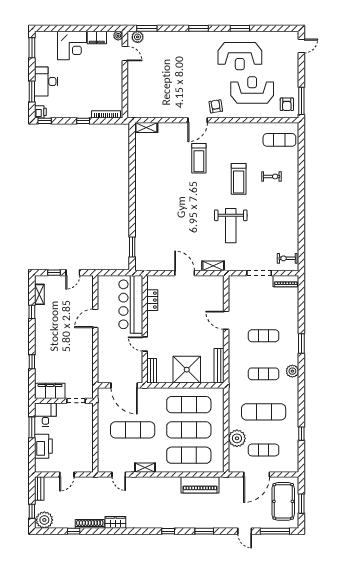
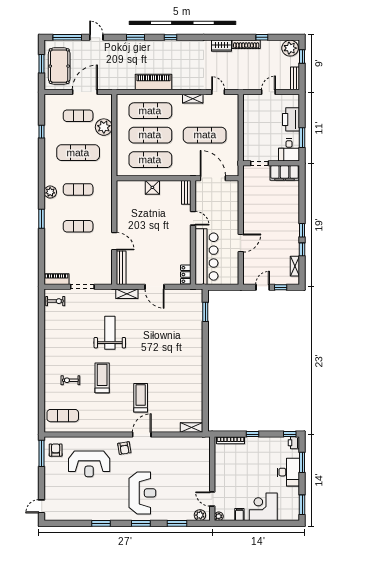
window: (147, 28) -> (177, 523), moved
filing cabinet: (97, 37) -> (239, 515), width x0.50
reception desk: (240, 56) -> (142, 493), moved, turned 90
locker: (152, 300) -> (186, 274), moved
window: (32, 362) -> (302, 230), moved
bench: (219, 366) -> (121, 268), moved
shower: (187, 370) -> (152, 187), width x0.54, depth x0.54
piano: (200, 485) -> (153, 82), moved

